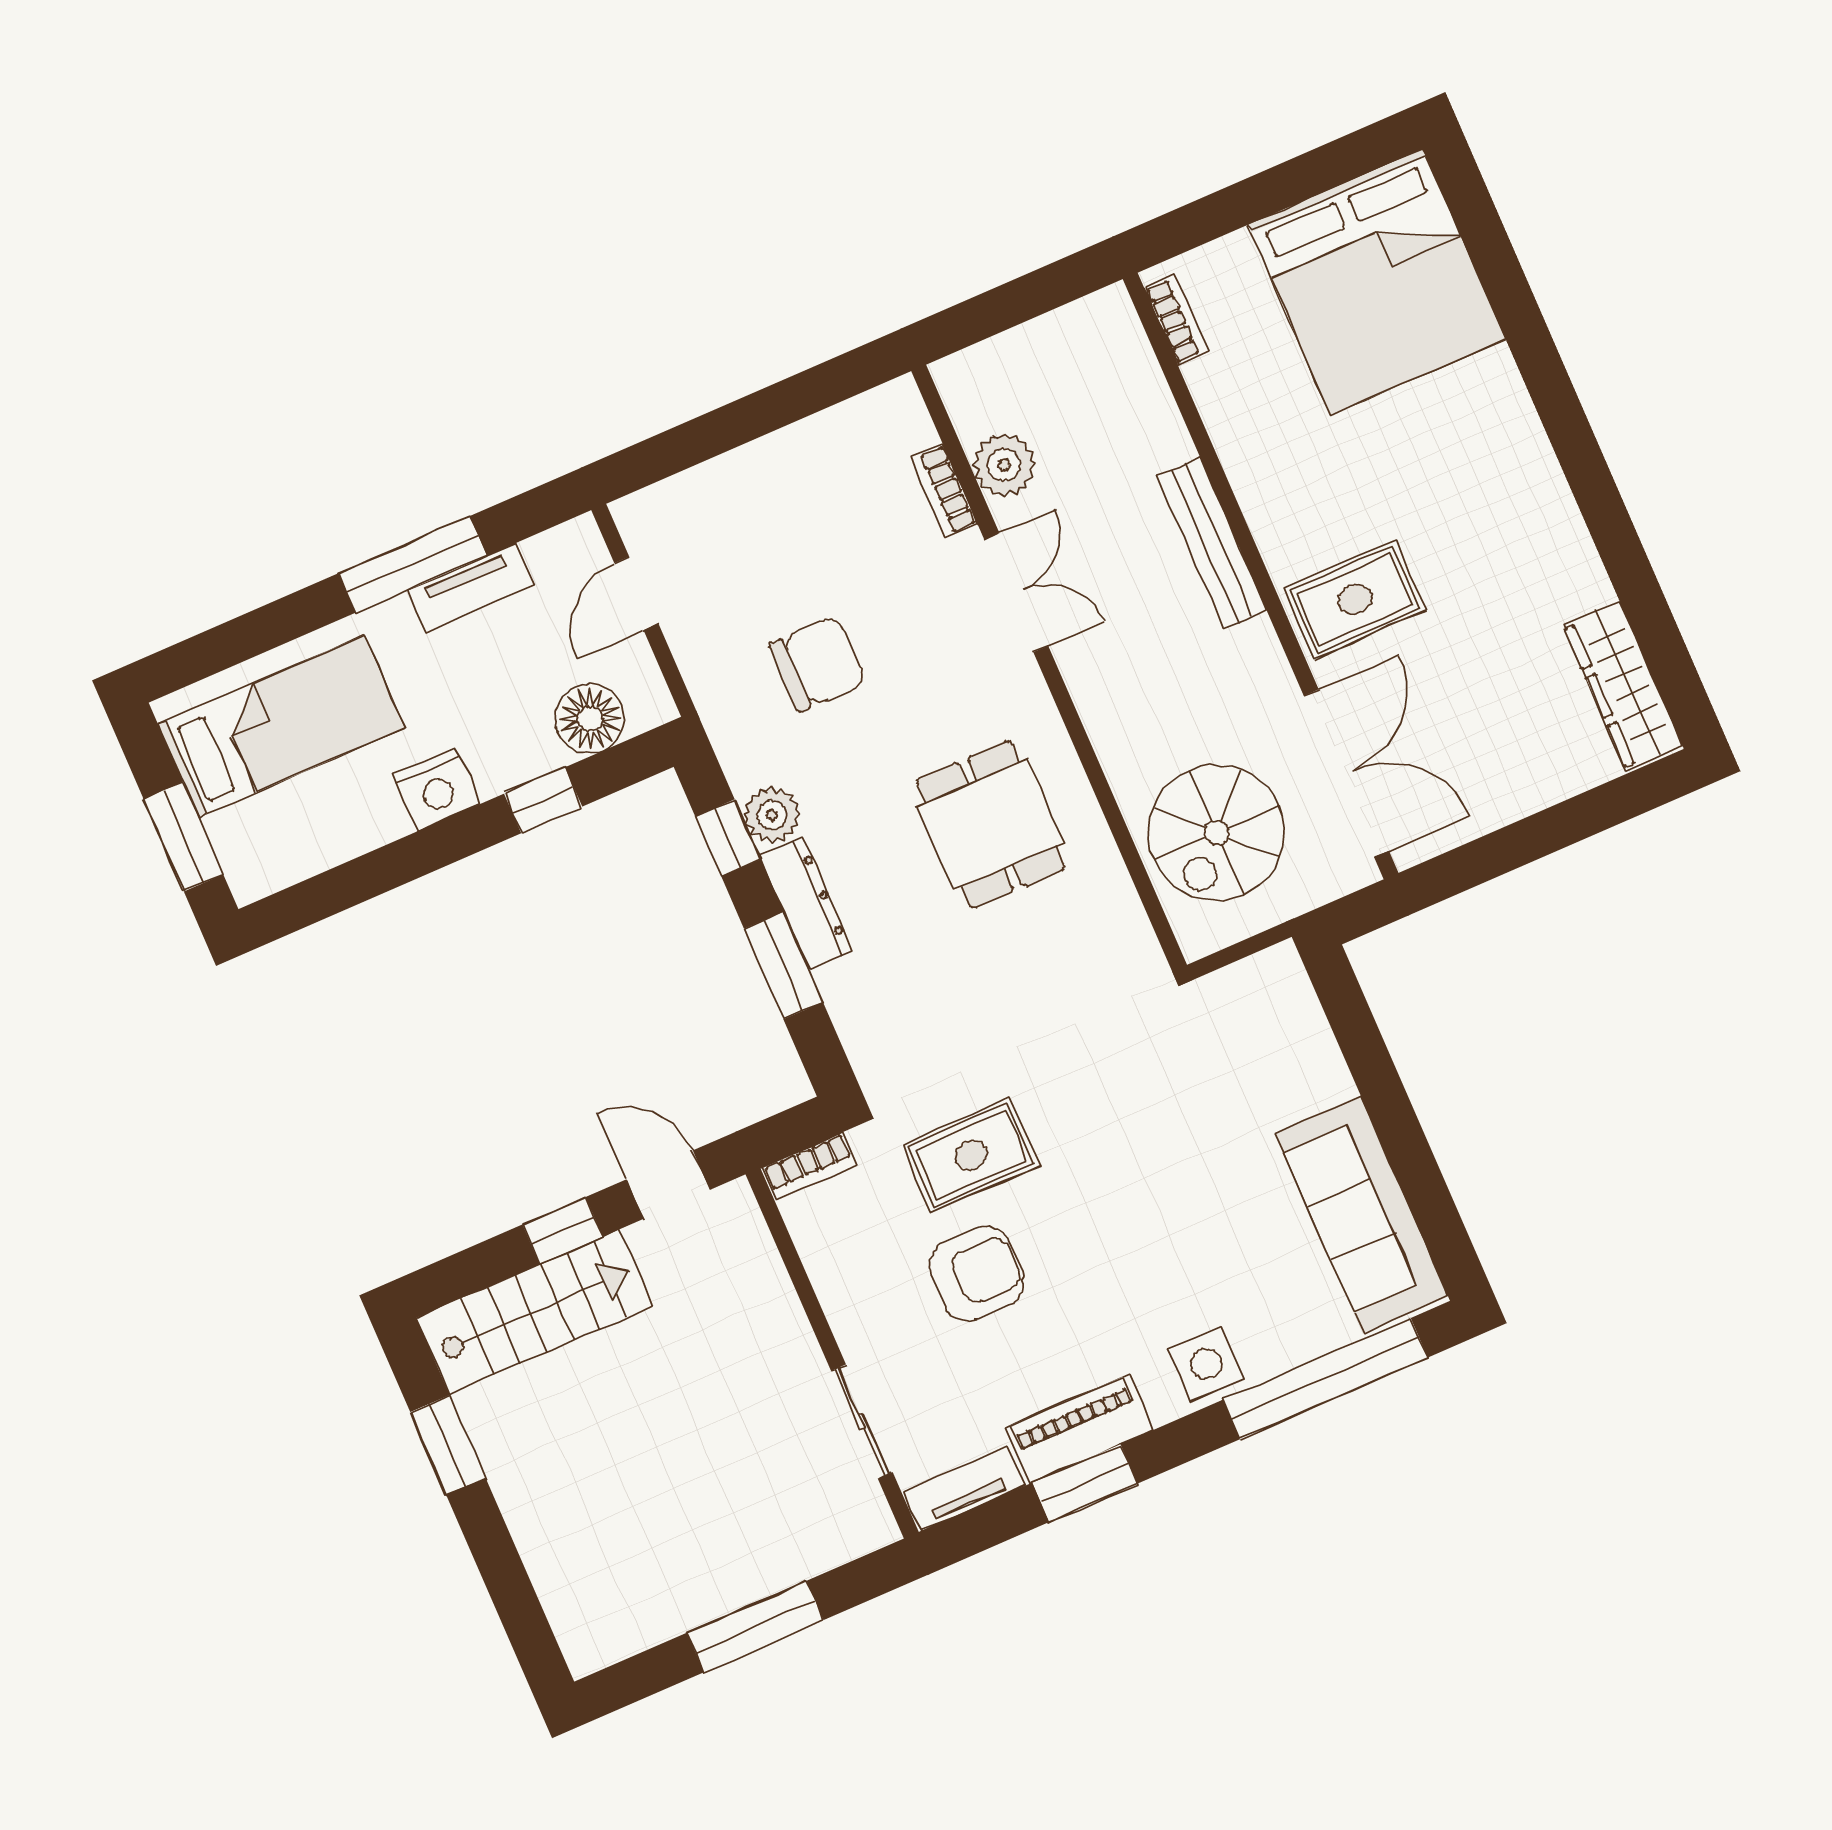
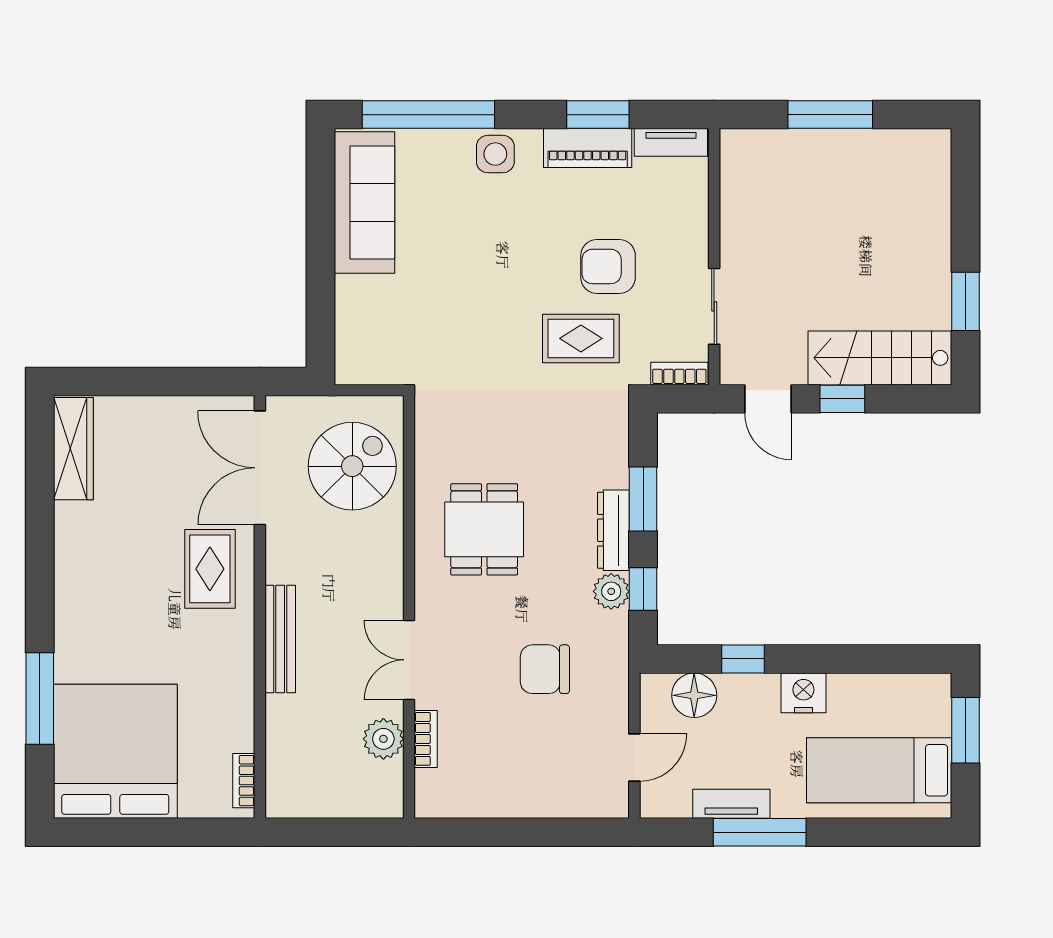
window: (1517, 310) -> (40, 699), added
rug: (1355, 599) -> (210, 569), turned 90
sliding door: (862, 1422) -> (714, 306), moved

